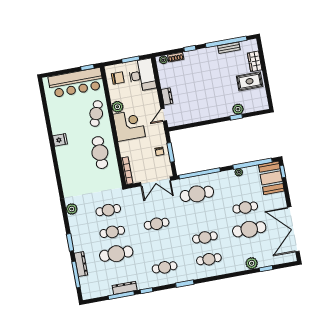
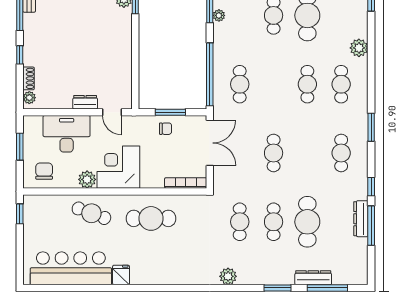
desk: (142, 75) -> (67, 134), moved
bar counter: (76, 83) -> (71, 268), moved, turned -90
cafe table: (197, 194) -> (240, 84), width x0.73, depth x0.74
plant: (252, 263) -> (359, 48), moved

